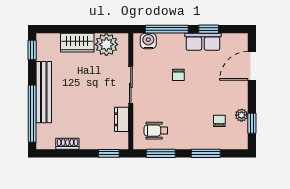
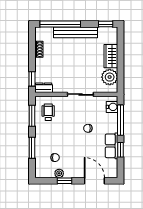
dresser: (122, 119) -> (44, 88), moved
window: (252, 123) -> (65, 181), moved

